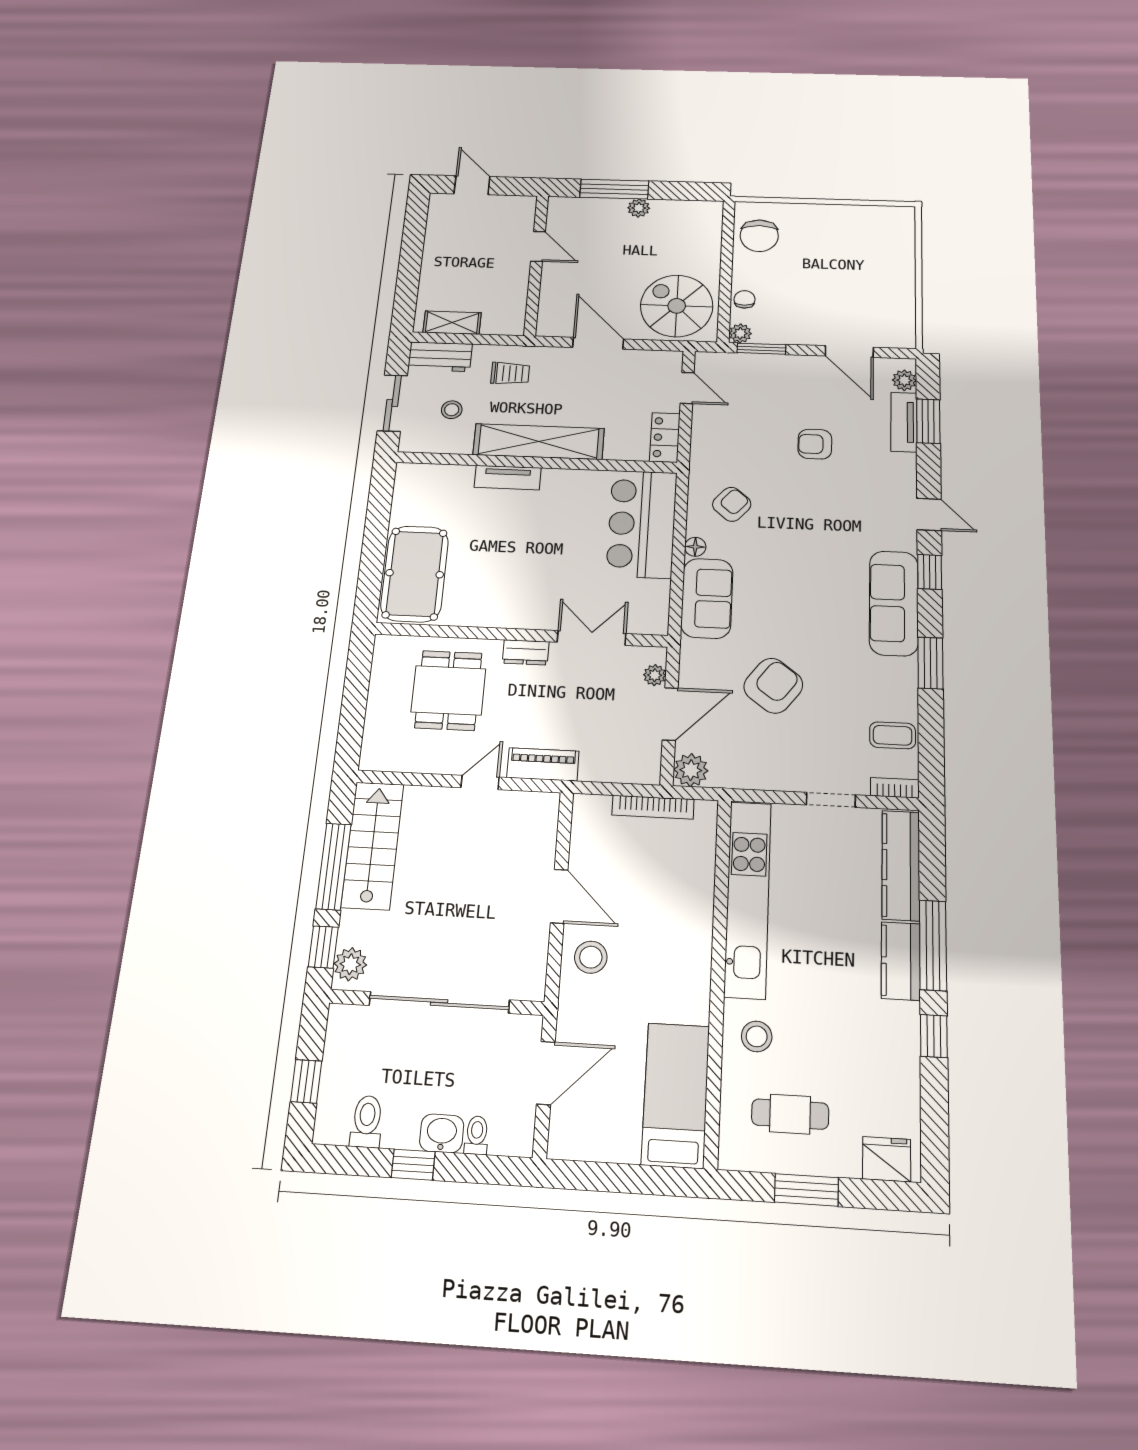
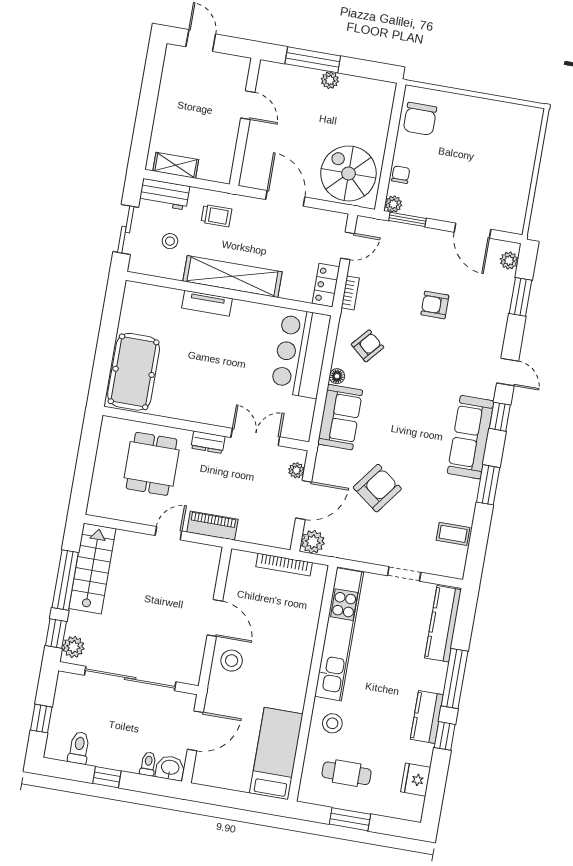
door: (687, 388) -> (348, 246), hinge flipped
tv unit: (904, 422) -> (503, 295), removed
bookcase: (895, 788) -> (350, 293), moved, turned 90
kitchen counter: (901, 961) -> (427, 717), moved
washbasin: (442, 1133) -> (170, 768), moved
fridge: (887, 1159) -> (416, 780), moved, turned -90

